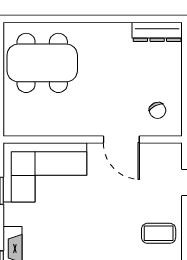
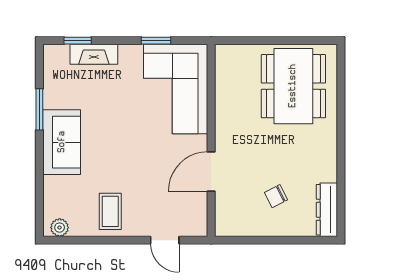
chair: (158, 110) -> (276, 196), moved

